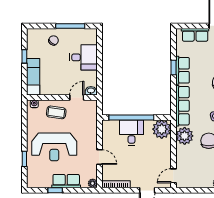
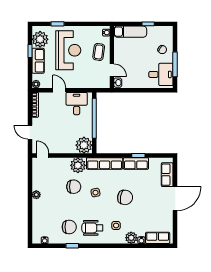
desk: (83, 57) -> (161, 74), moved, turned -90
desk: (132, 133) -> (77, 104), moved, turned -90
reception desk: (54, 147) -> (68, 50), turned 180
door: (99, 157) -> (59, 90), swing flipped
plant: (42, 179) -> (40, 39), added

